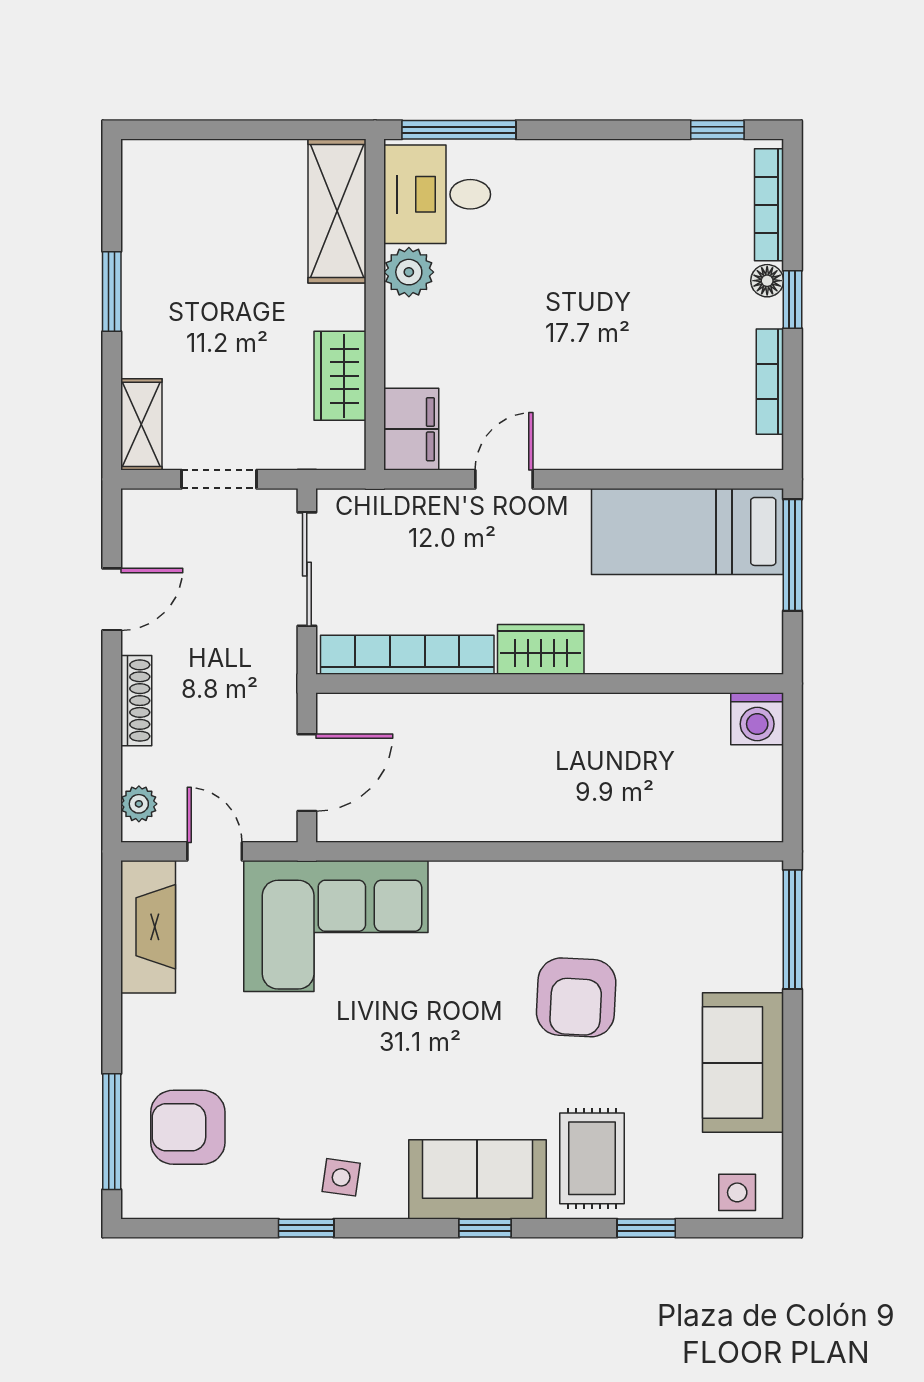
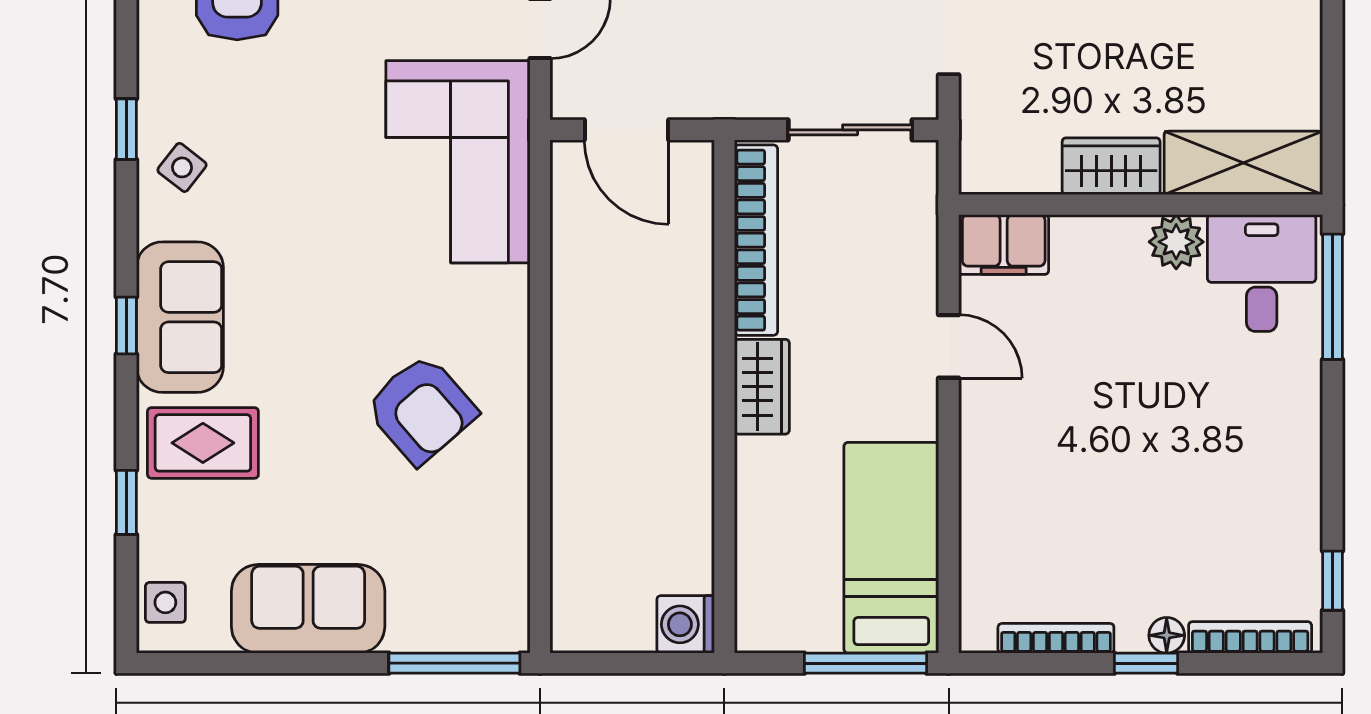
wardrobe: (340, 376) -> (1111, 166), moved
armchair: (576, 997) -> (421, 409), moved, turned -134
side table: (341, 1177) -> (182, 167), turned 30

